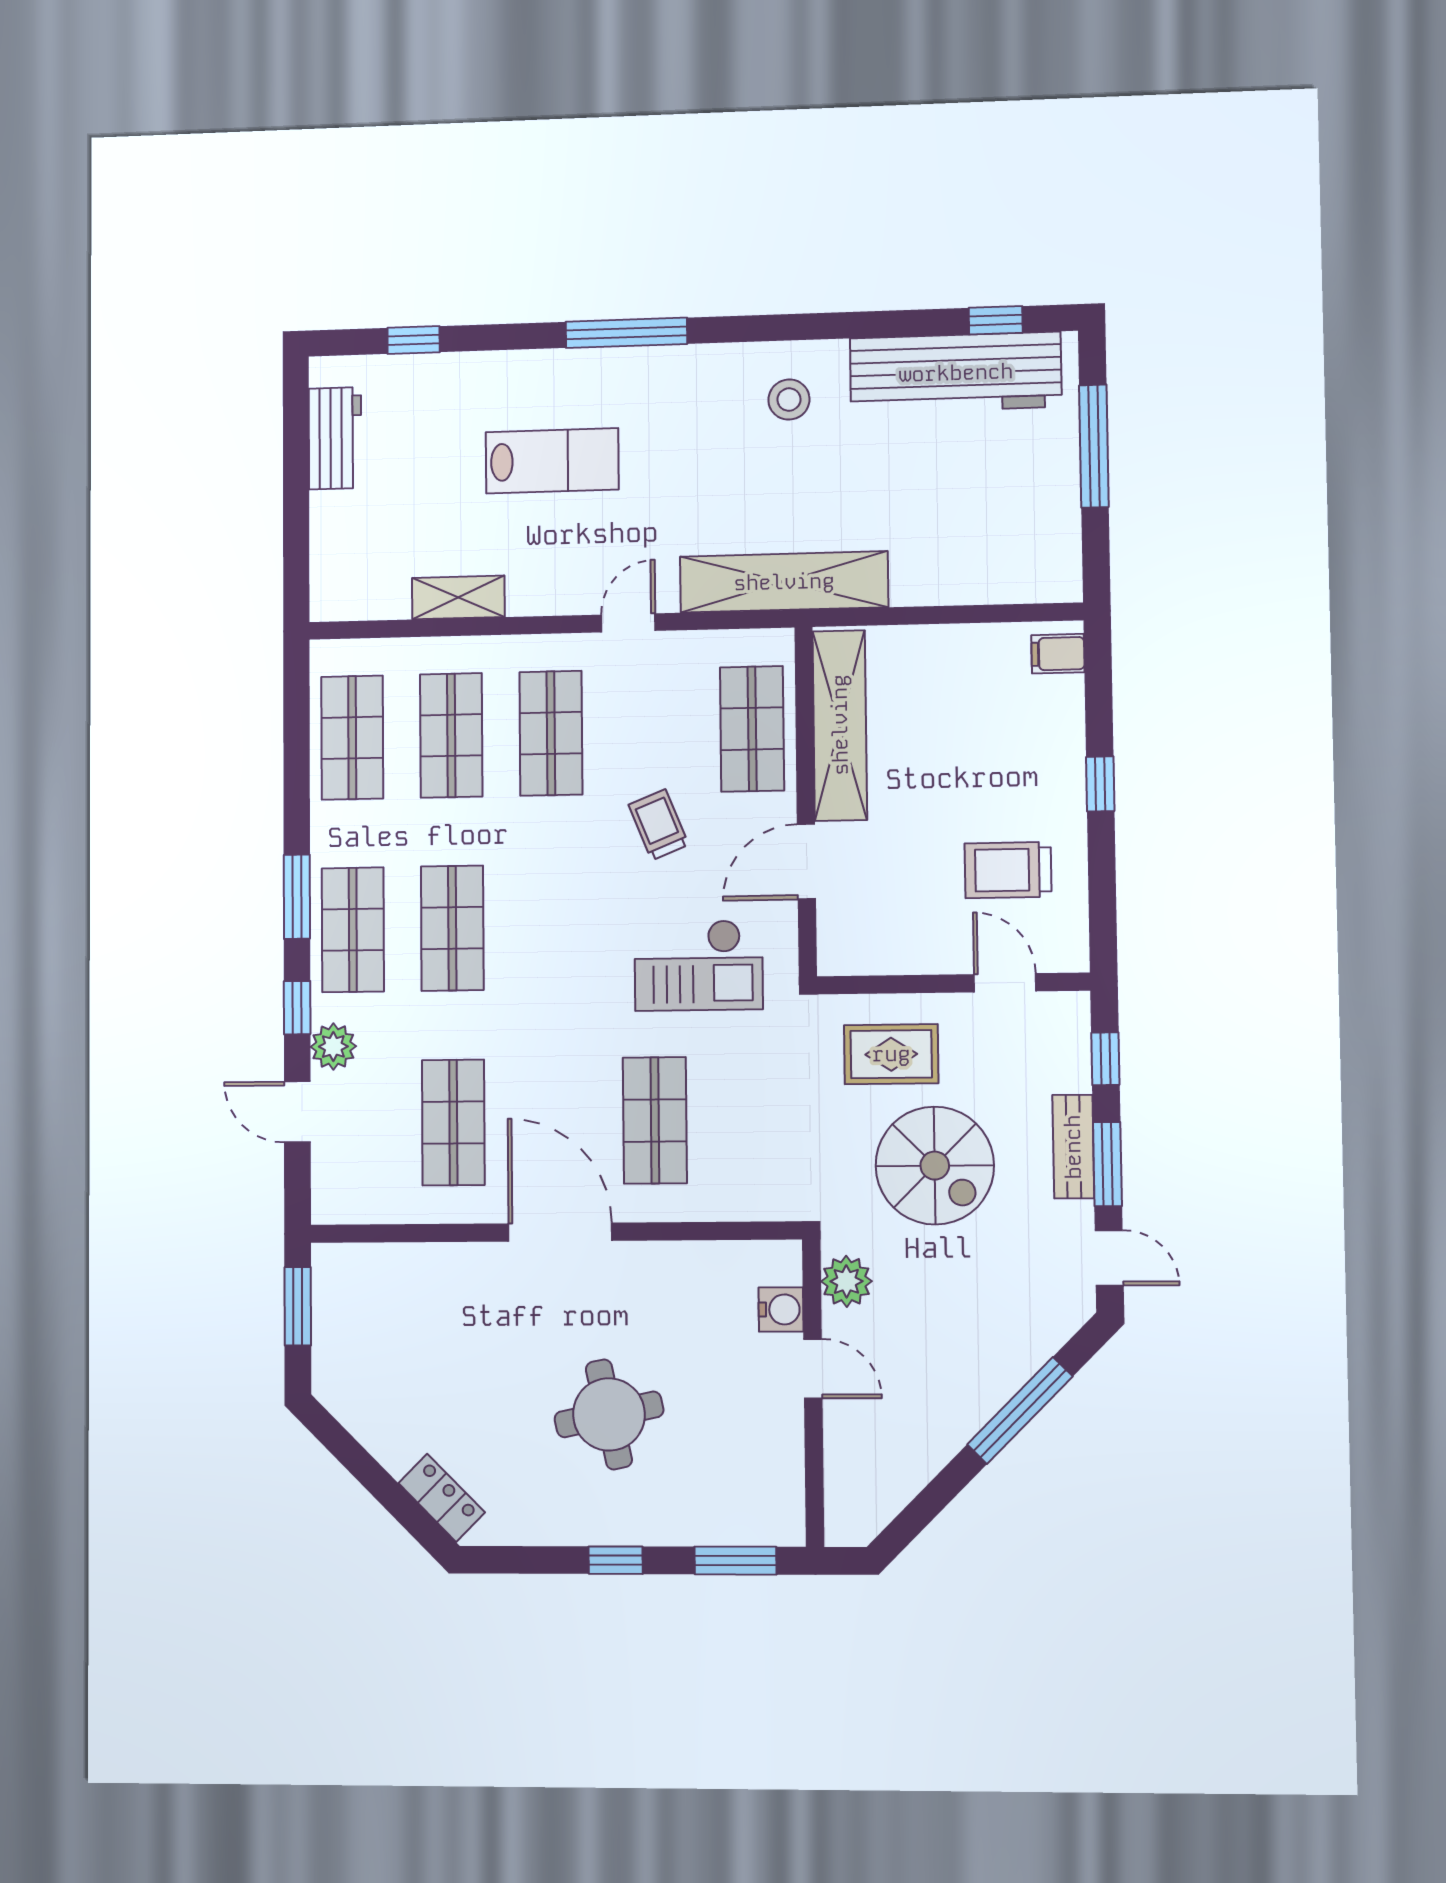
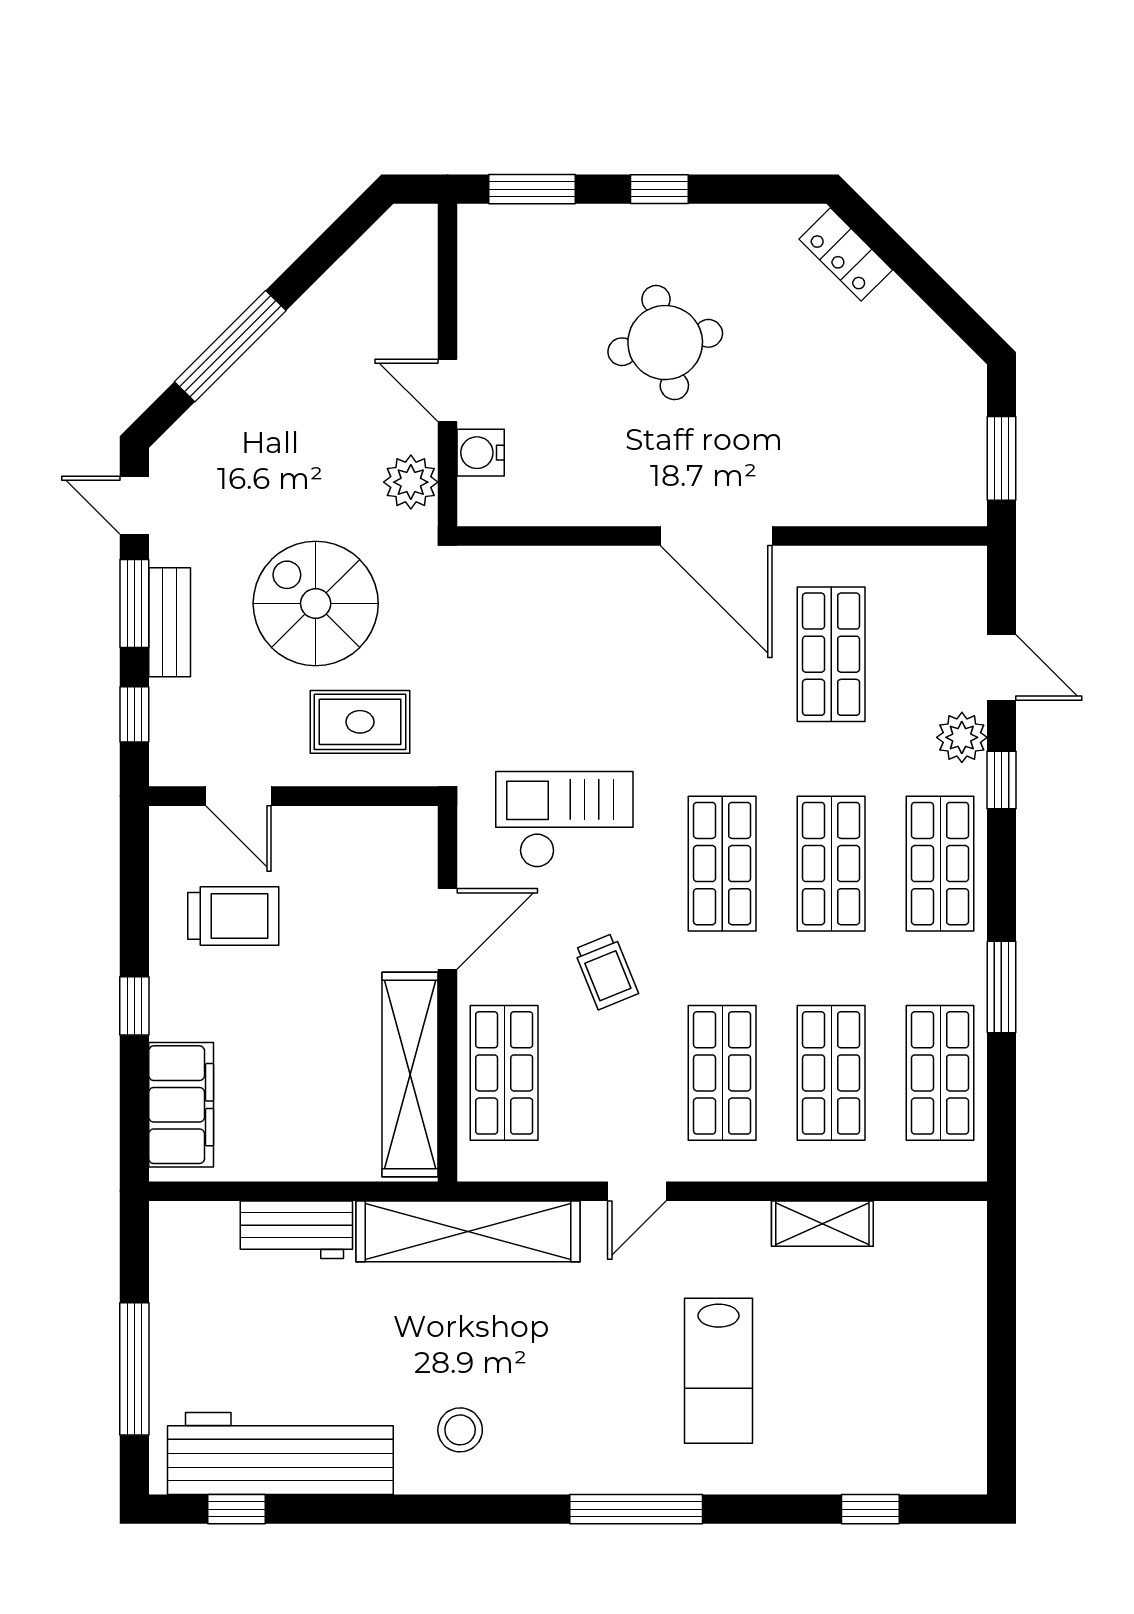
workbench: (335, 438) -> (296, 1230), moved, turned -90
lab bench: (552, 461) -> (719, 1371), turned -90
filing cabinet: (1058, 654) -> (181, 1105), width x3.00, depth x1.17
window: (297, 897) -> (1001, 987), moved
shop shelf: (655, 1120) -> (722, 864), moved

